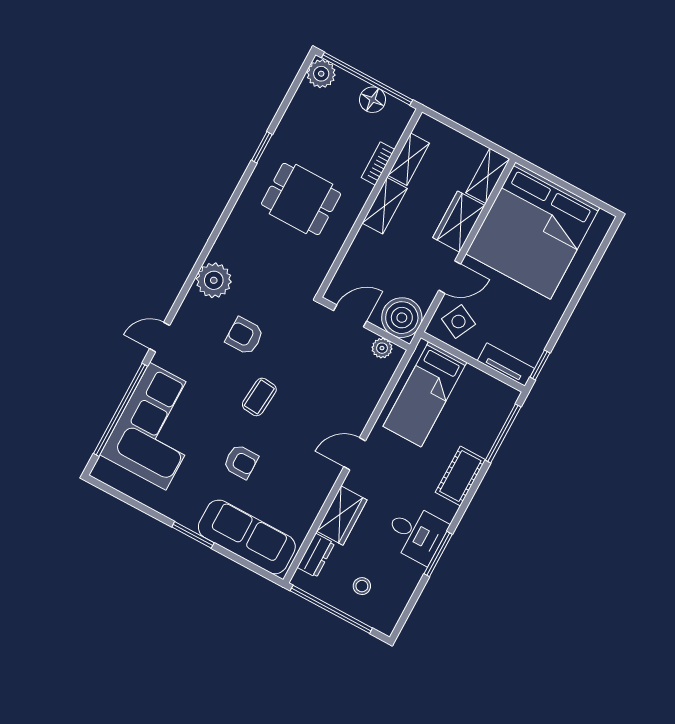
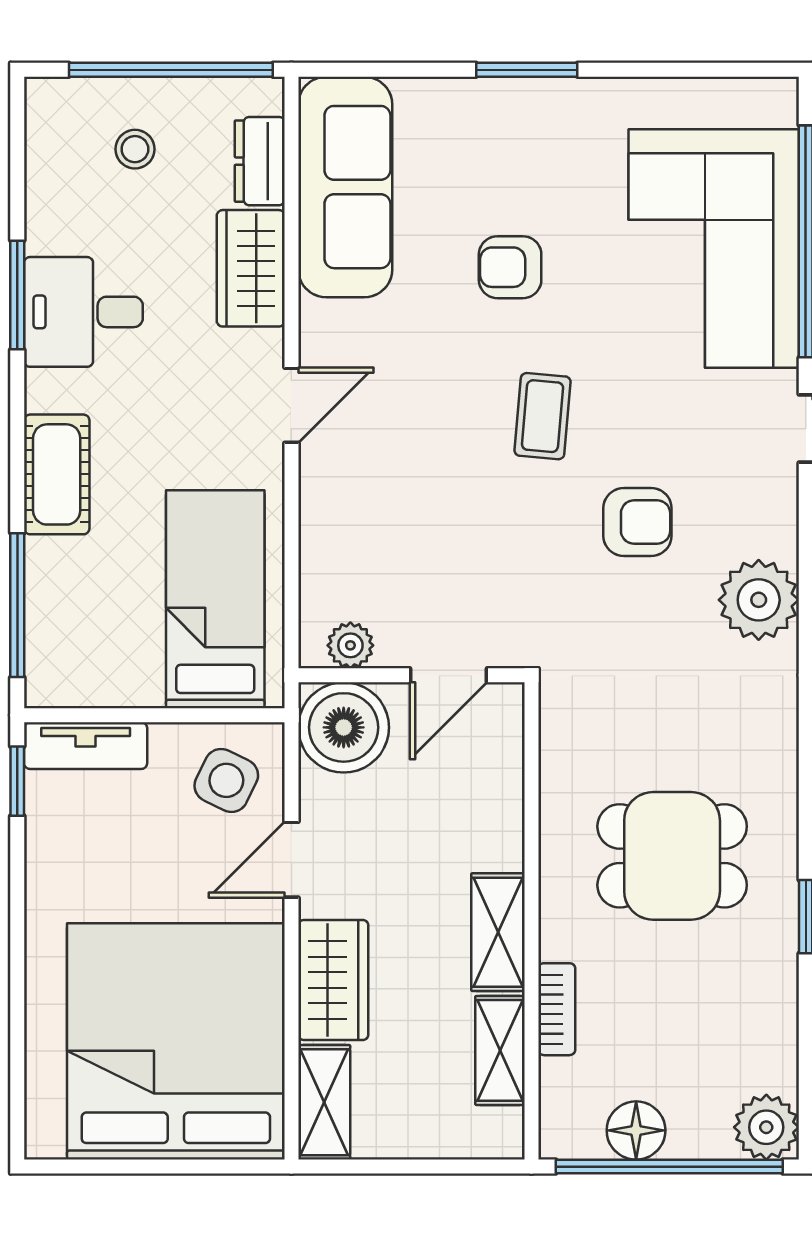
sofa: (247, 537) -> (345, 187), moved, turned -90

